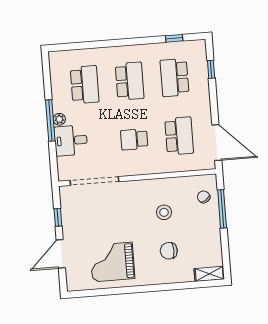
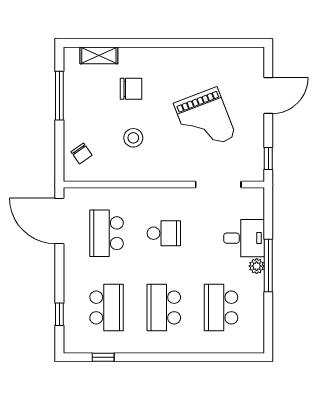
doorway: (94, 181) -> (218, 184), width x0.73
window: (222, 209) -> (59, 96), moved
window: (58, 217) -> (268, 158), moved
grand piano: (112, 262) -> (205, 120), moved, turned 69
shelving: (209, 274) -> (99, 55), moved

